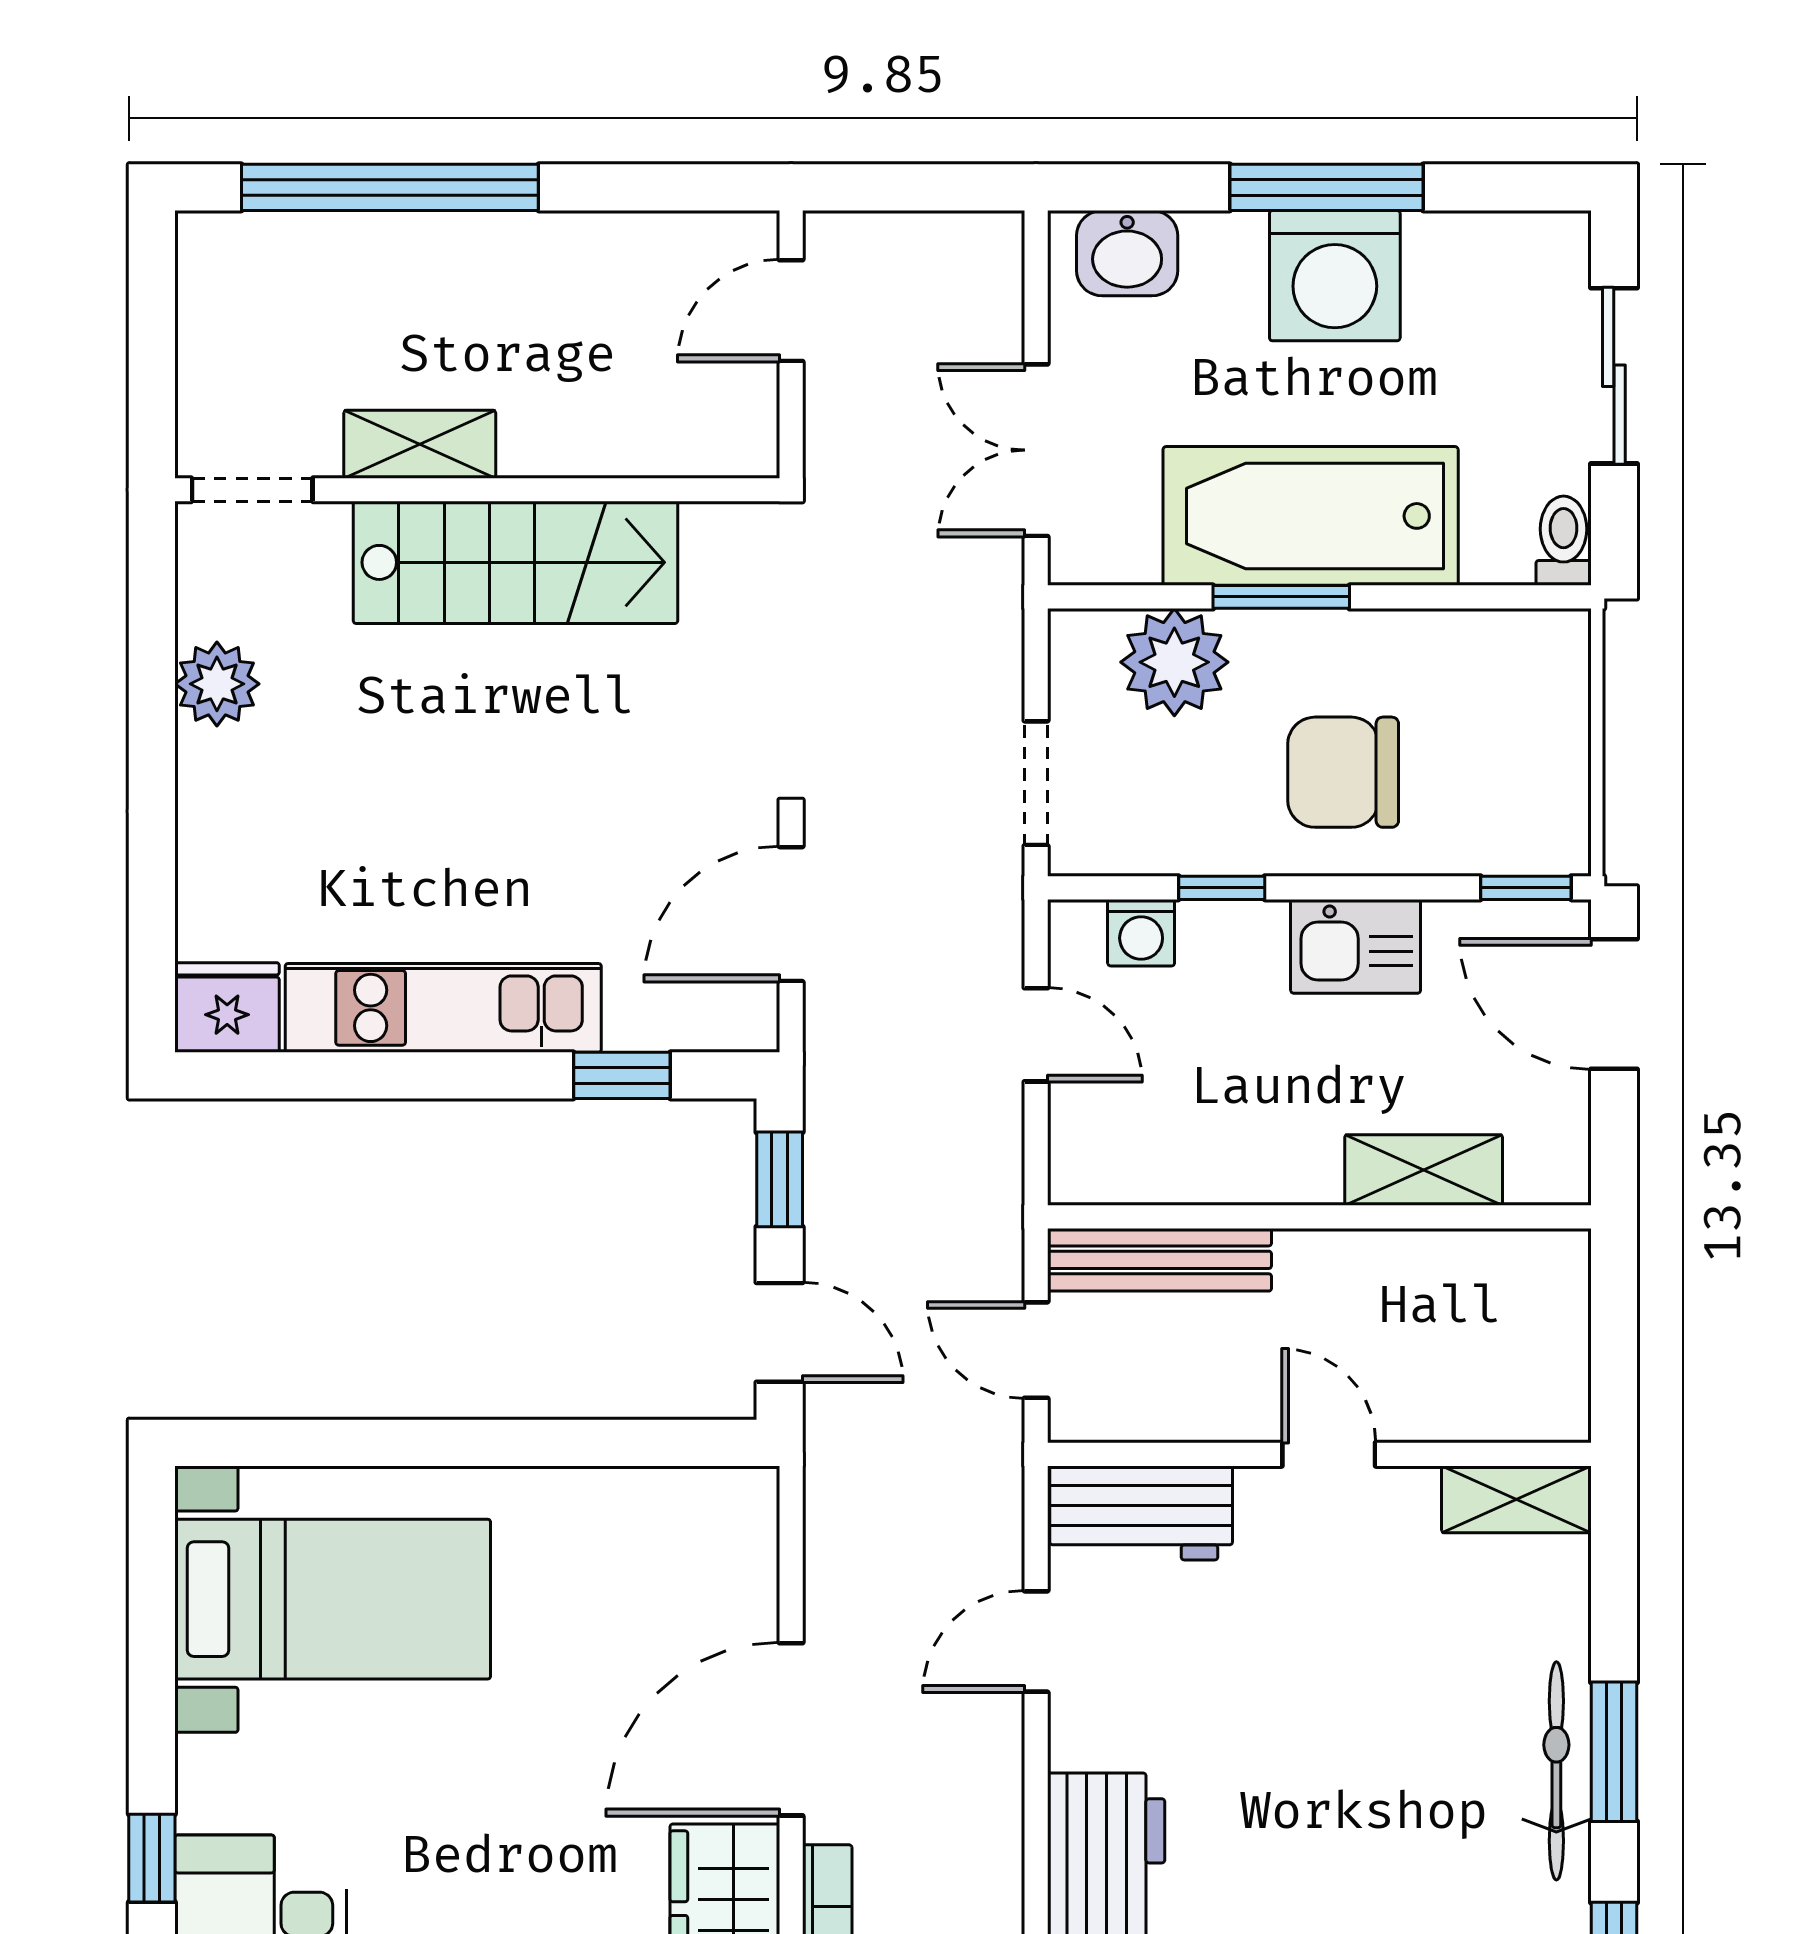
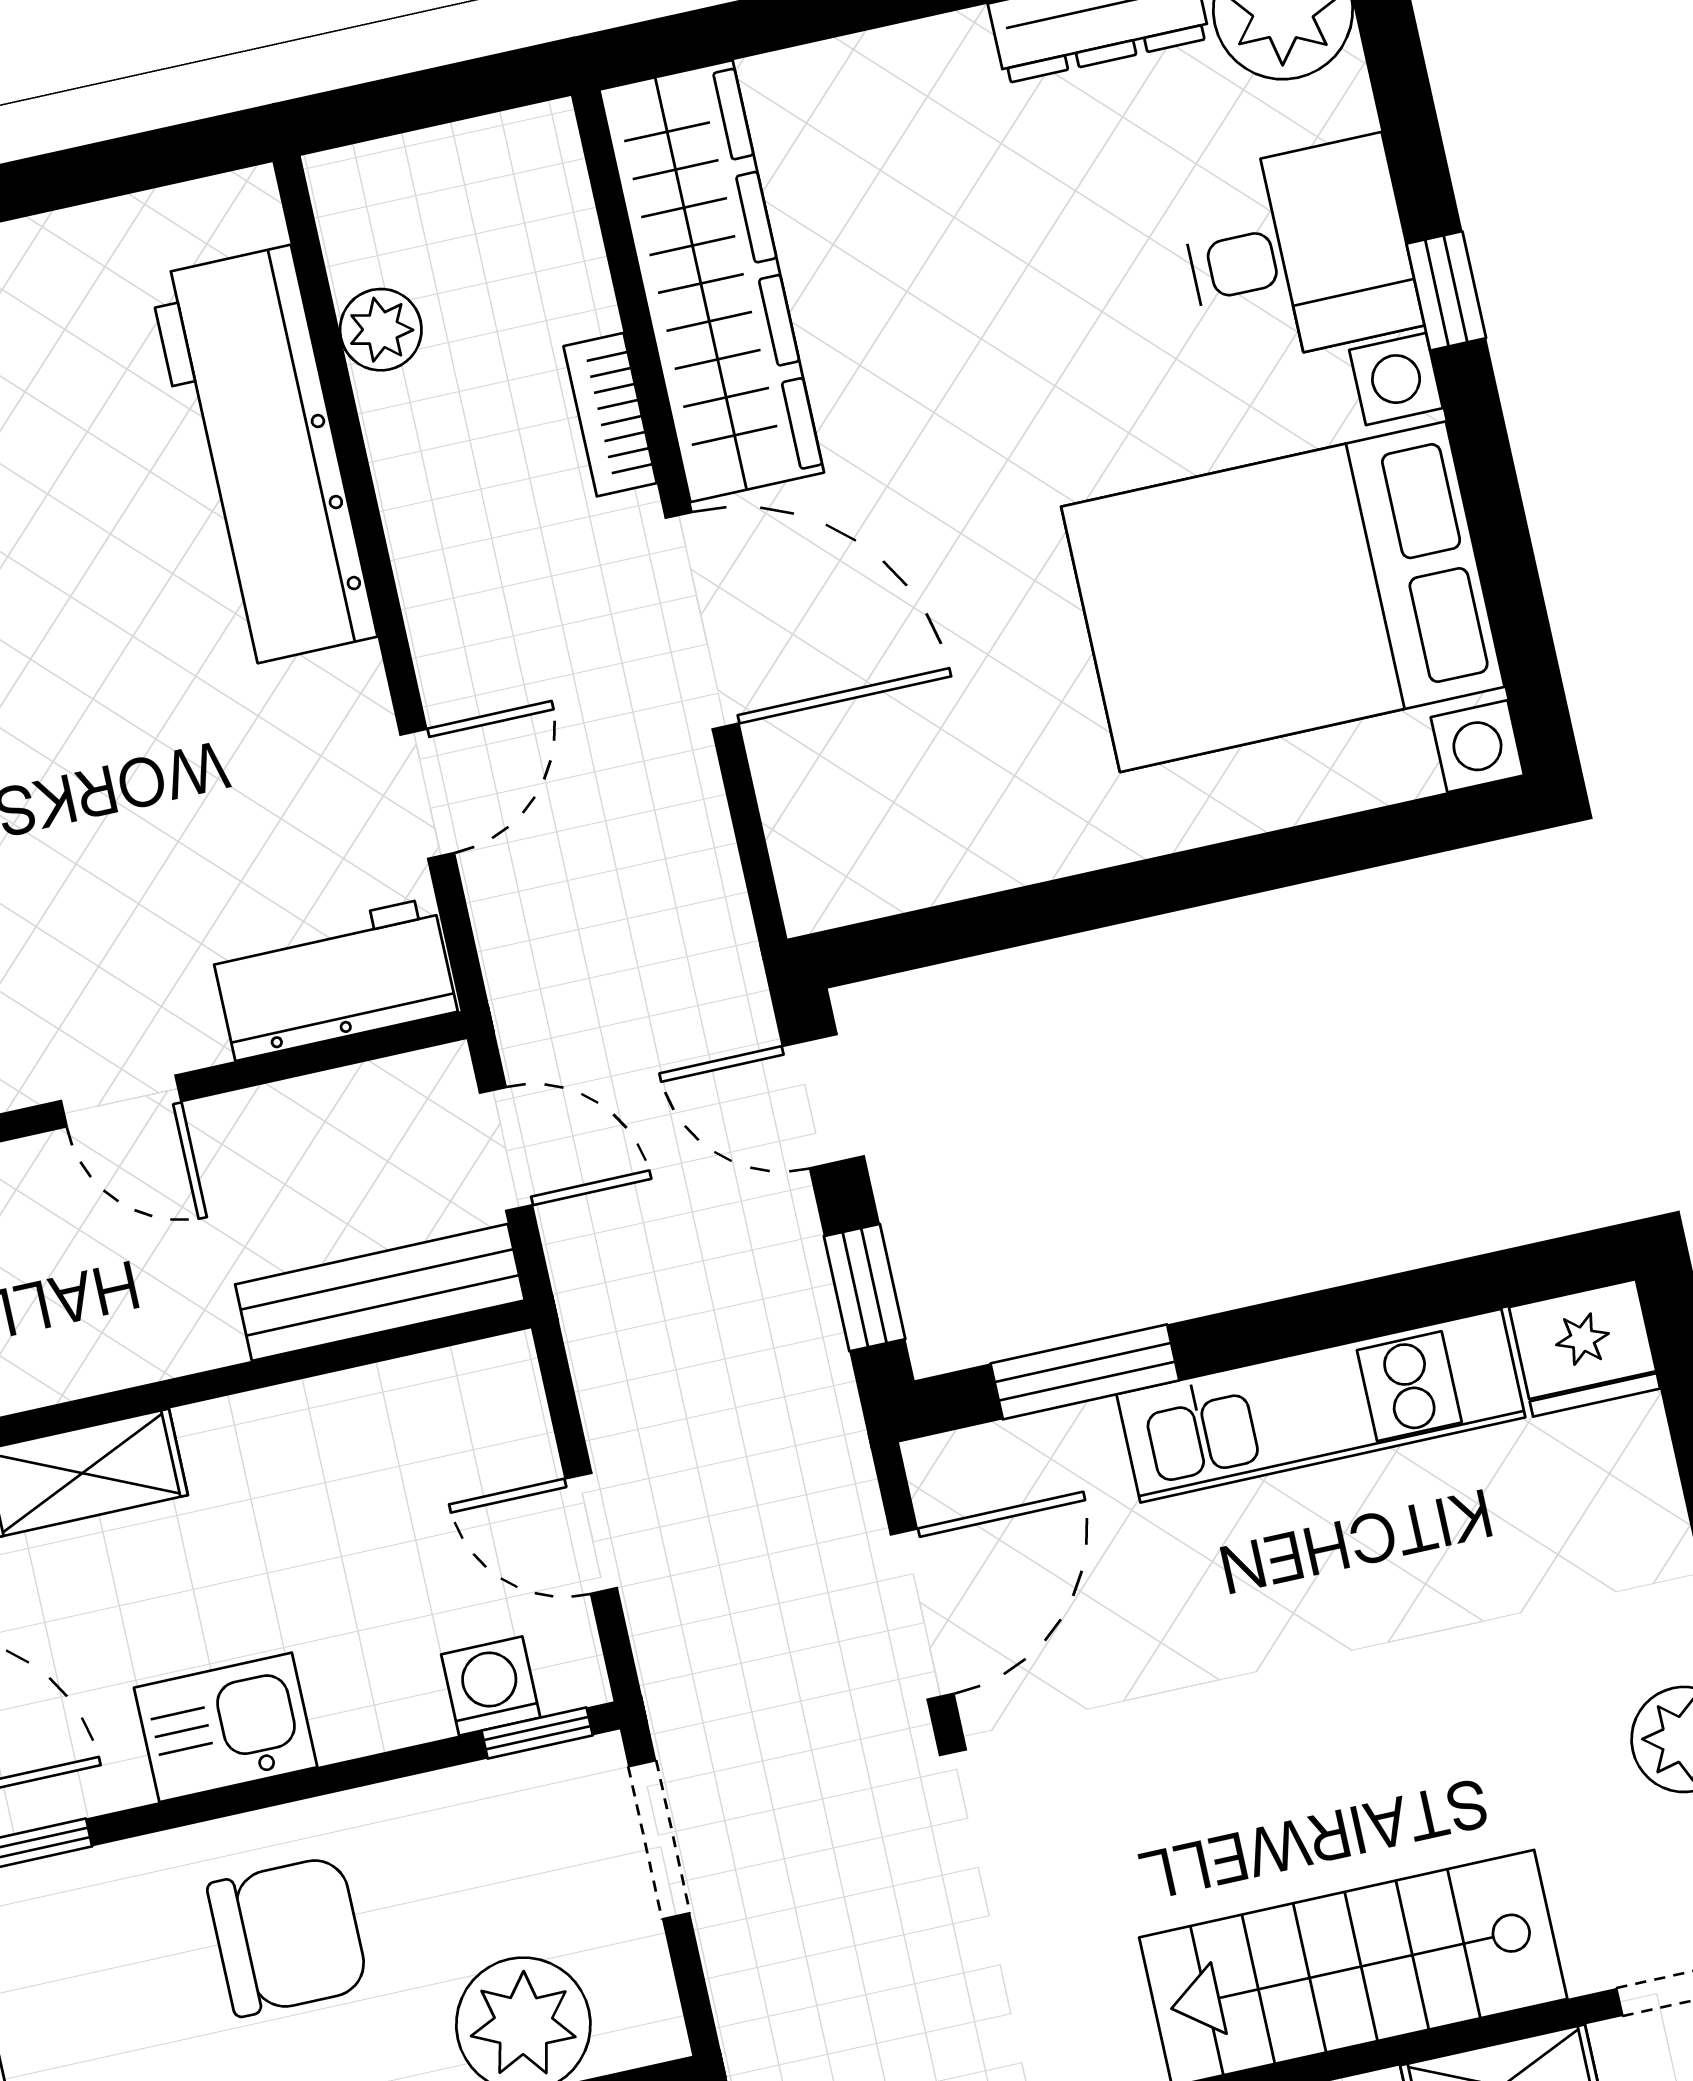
window: (1222, 888) -> (537, 1733), moved
window: (622, 1075) -> (1085, 1372), width x1.50
bed with nightstands: (333, 1599) -> (1283, 597), width x1.36
door: (791, 1729) -> (702, 621), hinge flipped

